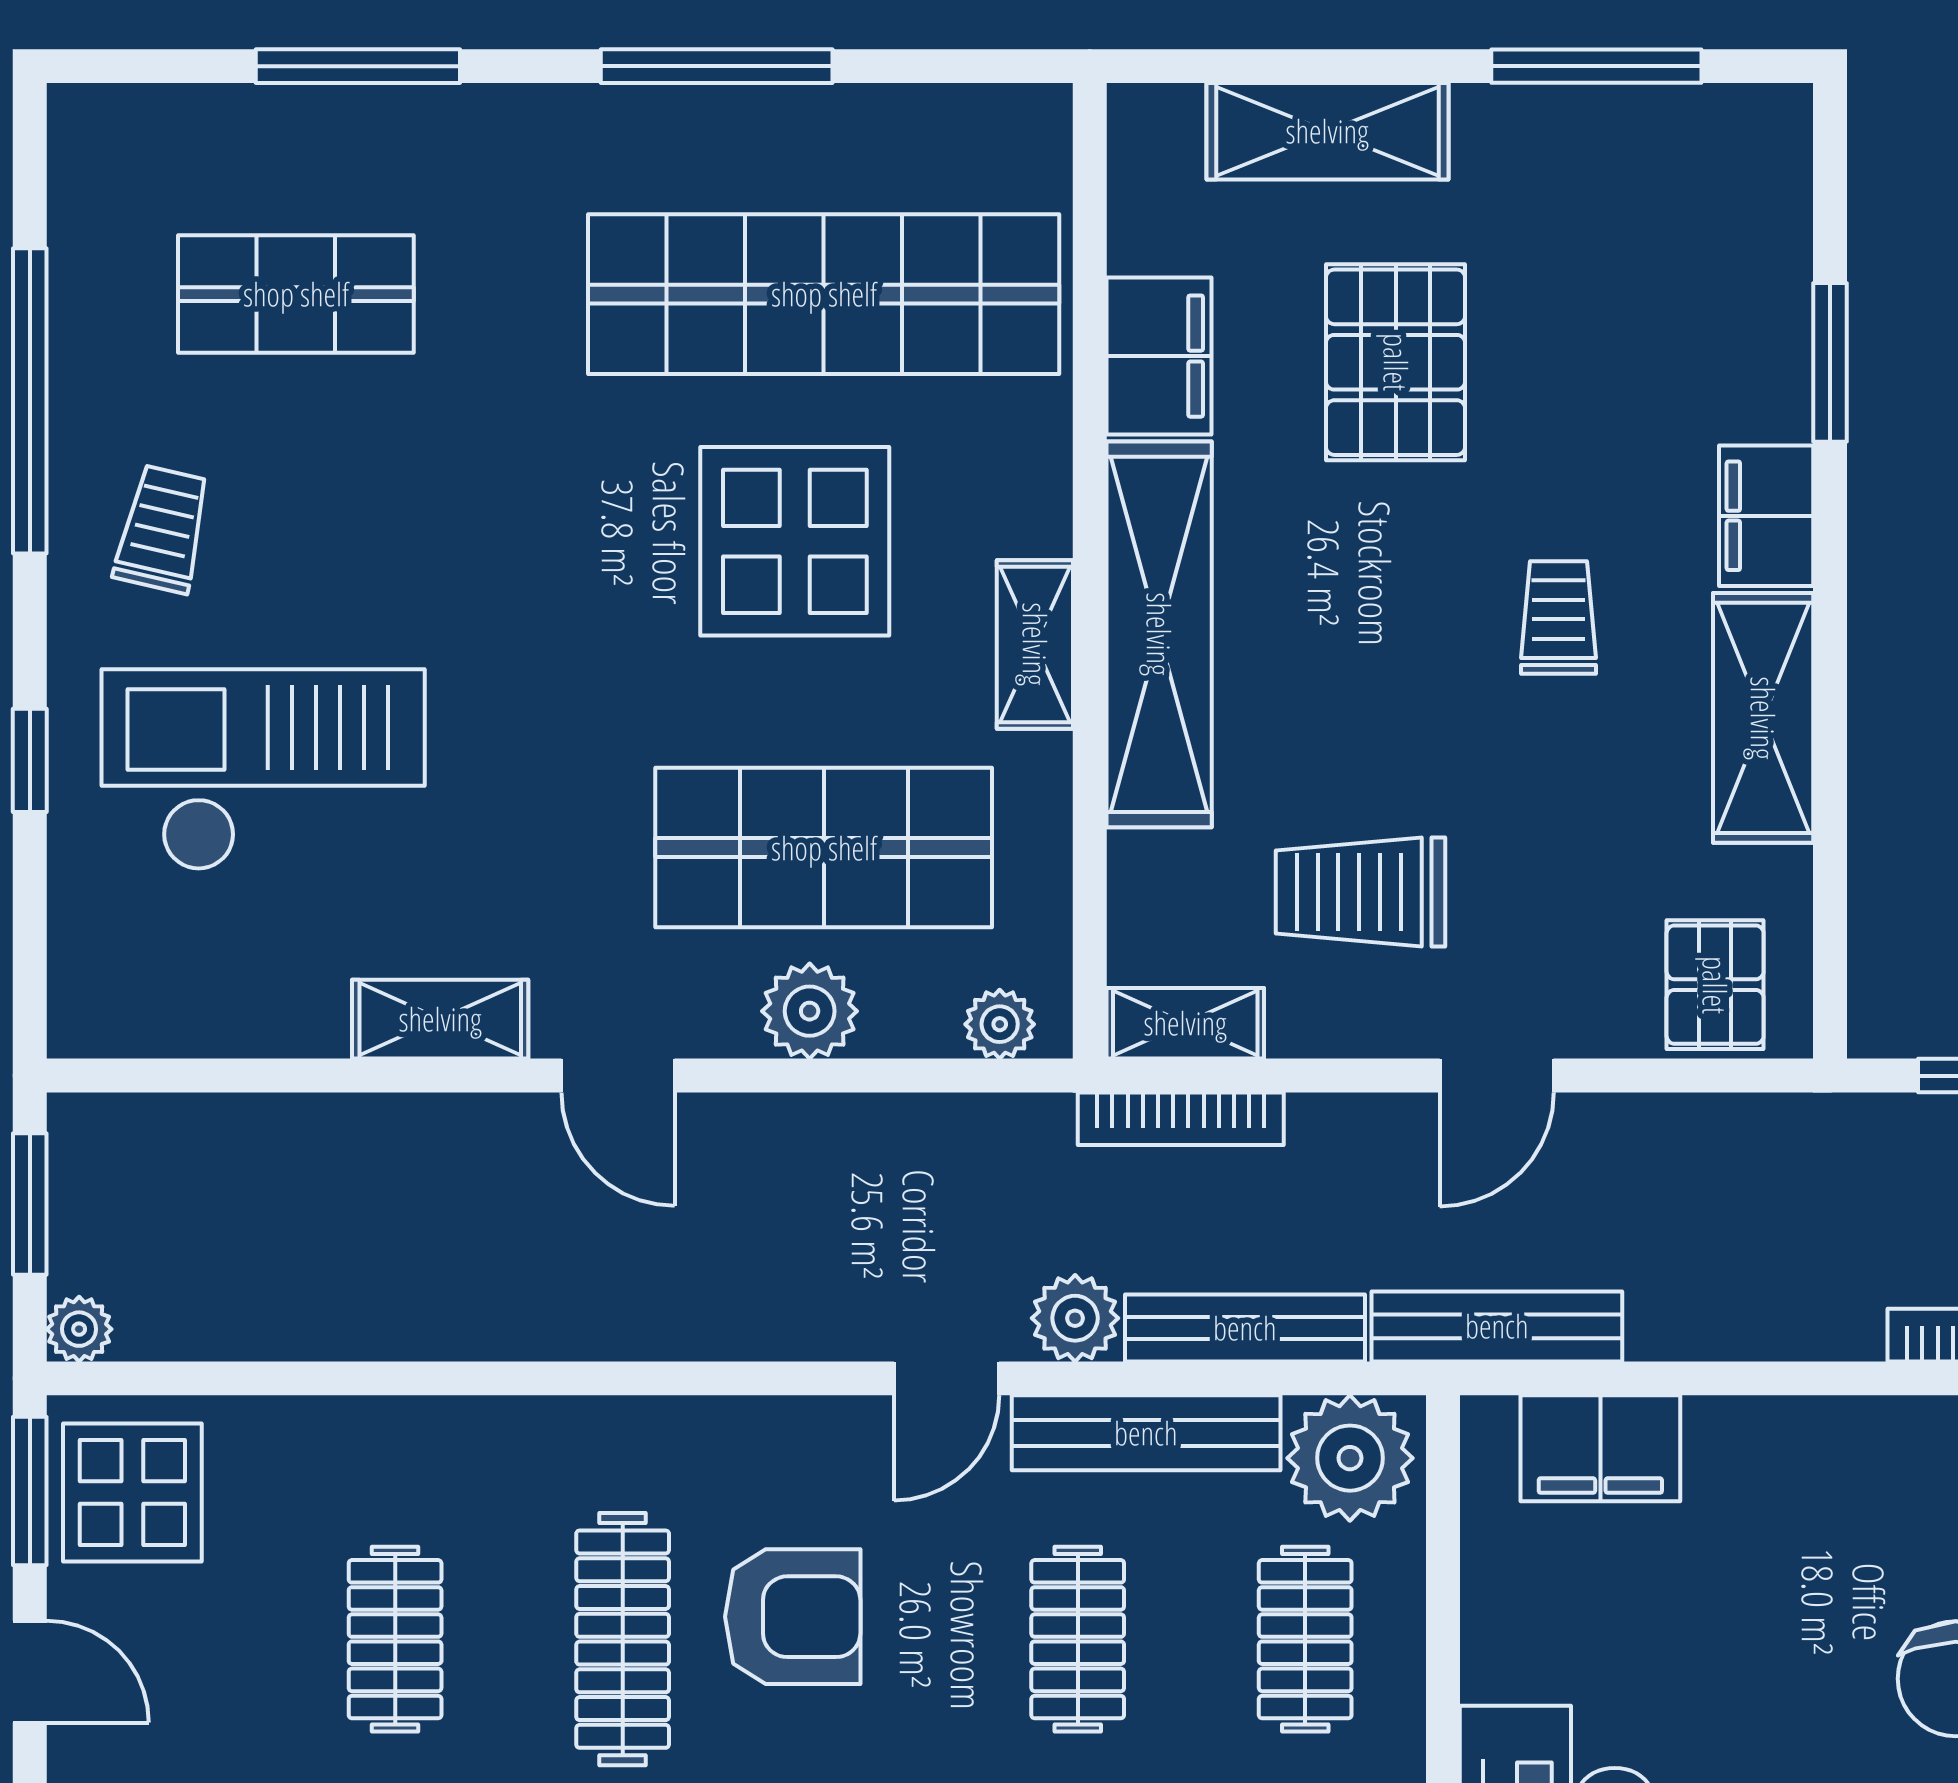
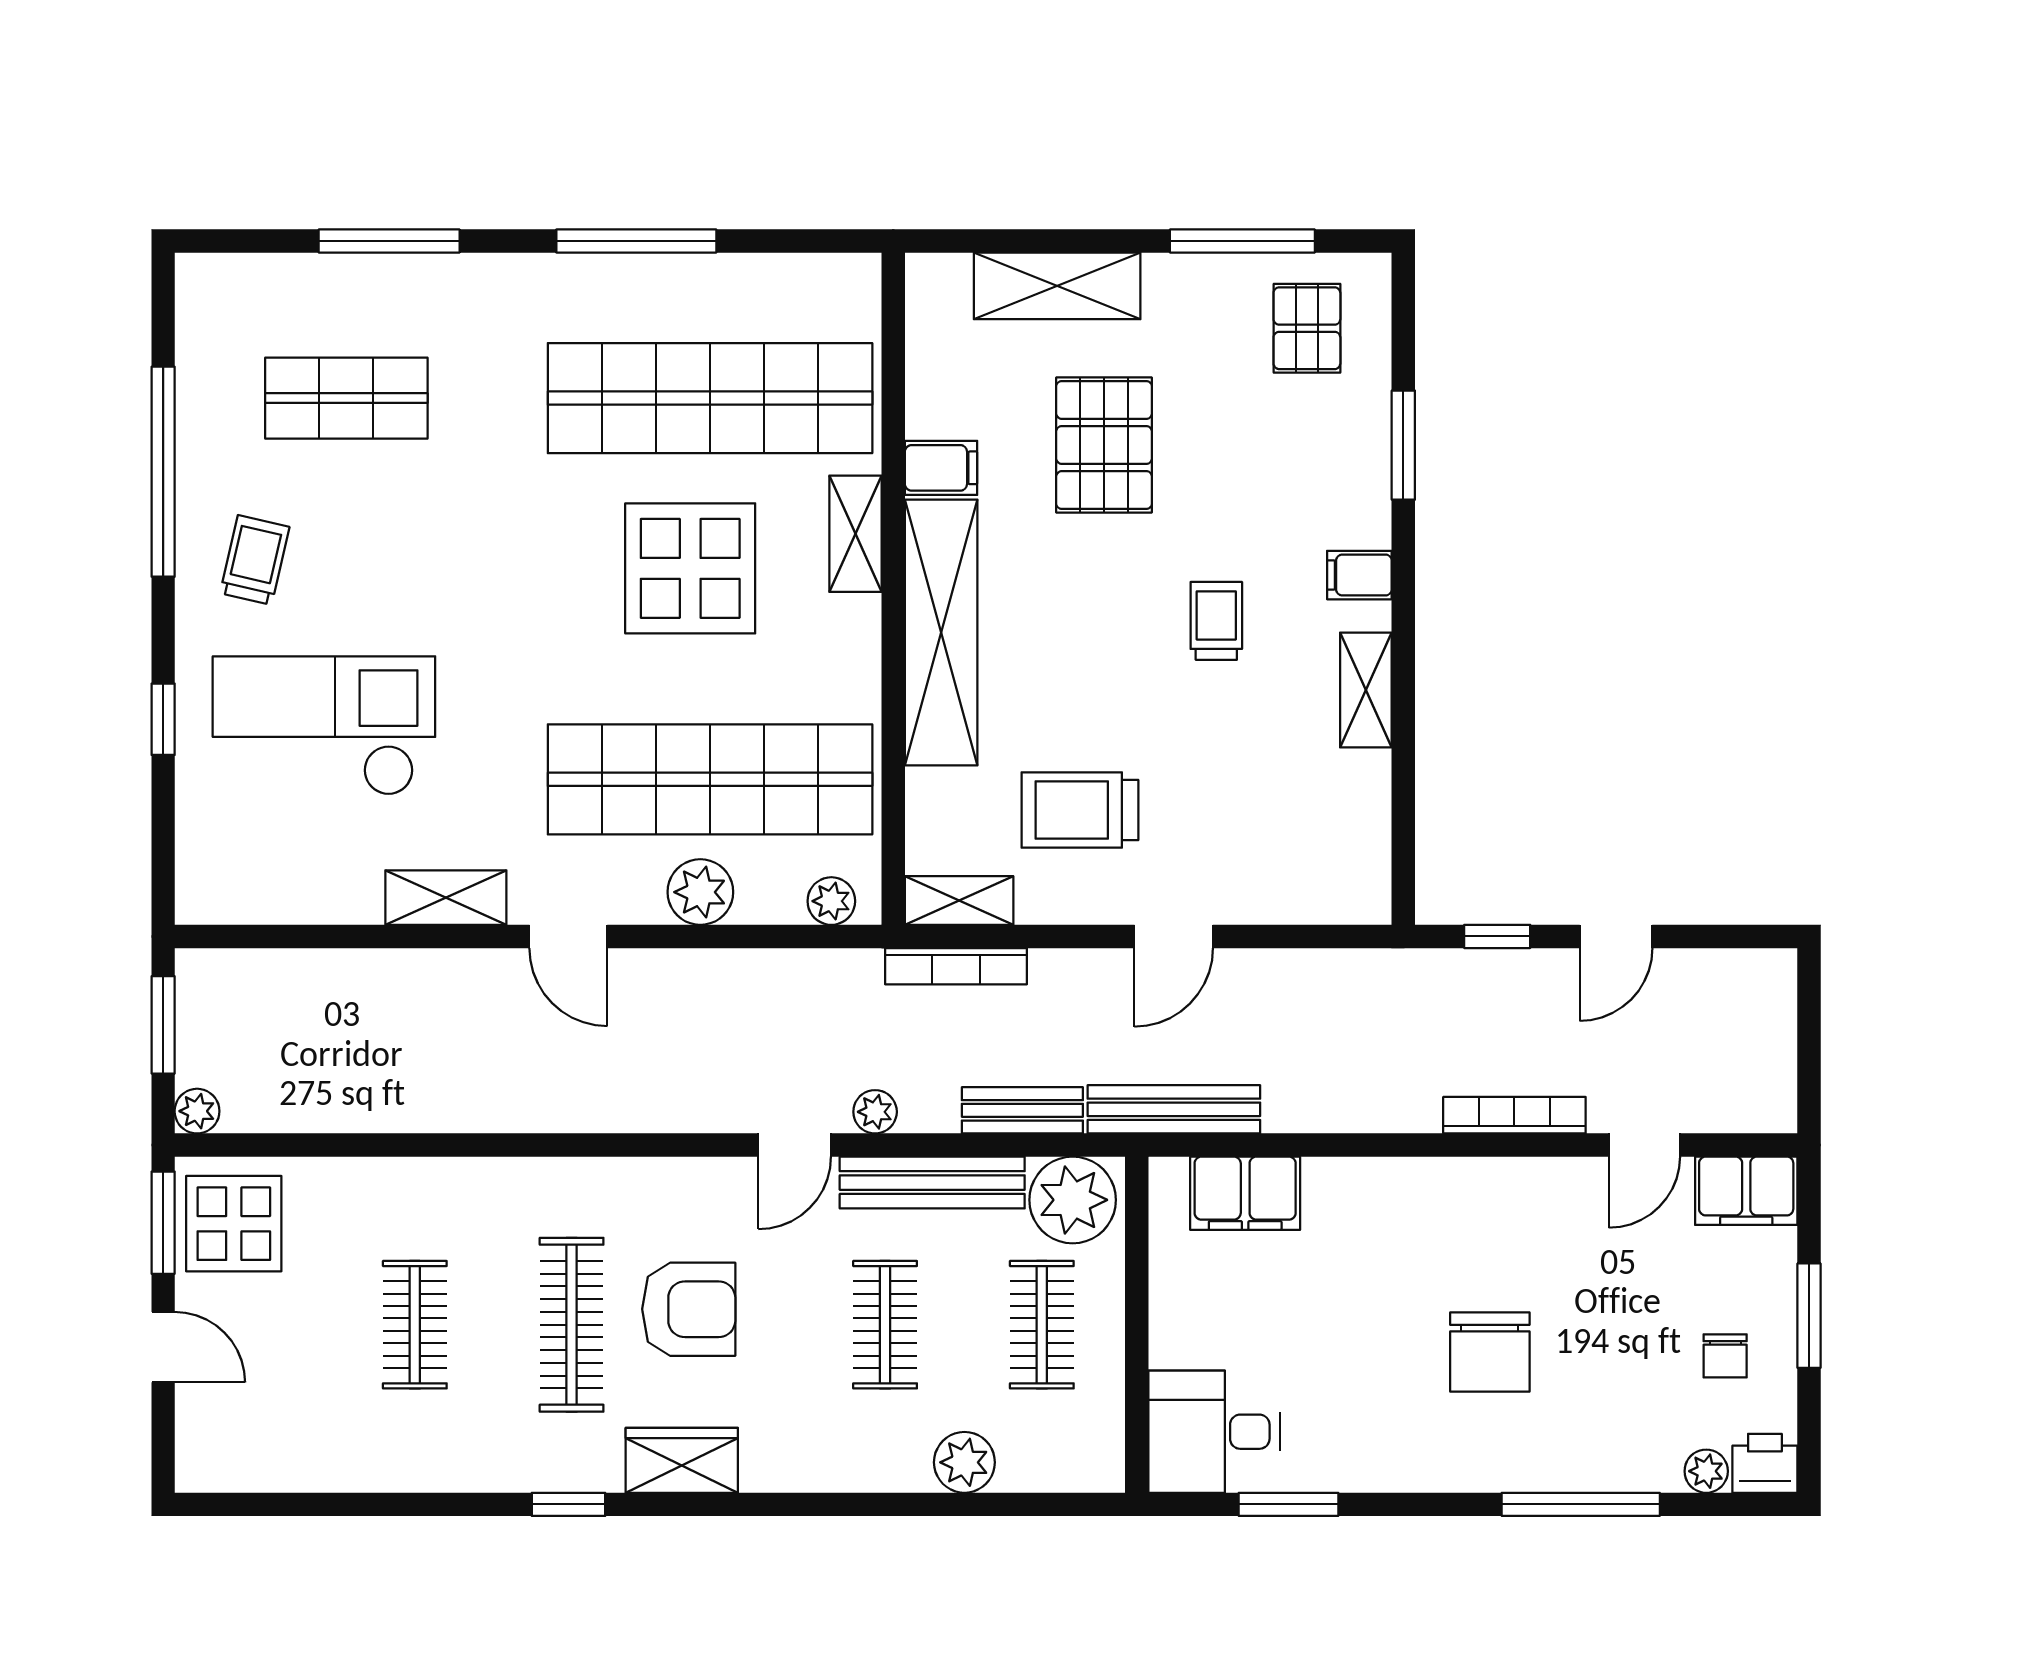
filing cabinet: (1159, 356) -> (941, 468), width x0.50
filing cabinet: (1766, 516) -> (1359, 575), width x0.50
shelving: (1035, 644) -> (856, 534), moved
shelving: (1763, 718) -> (1366, 690), width x0.67, depth x0.75
shop shelf: (824, 848) -> (710, 779), width x1.40
pallet: (1715, 985) -> (1307, 328), moved
plant: (1075, 1318) -> (875, 1112), width x0.73, depth x0.73
bench: (1245, 1328) -> (1022, 1110), width x0.73

